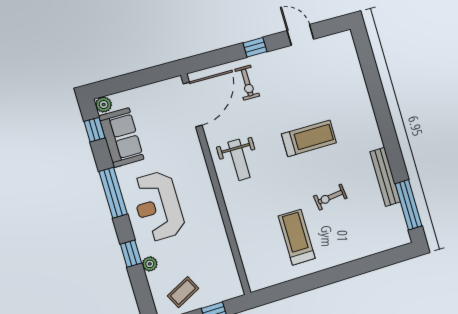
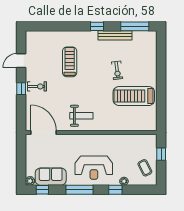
exercise bike: (247, 83) -> (37, 86), moved
treadmill: (309, 138) -> (70, 62), moved
window: (391, 143) -> (97, 26), added
treadmill: (297, 237) -> (134, 96), width x1.37, depth x1.38

